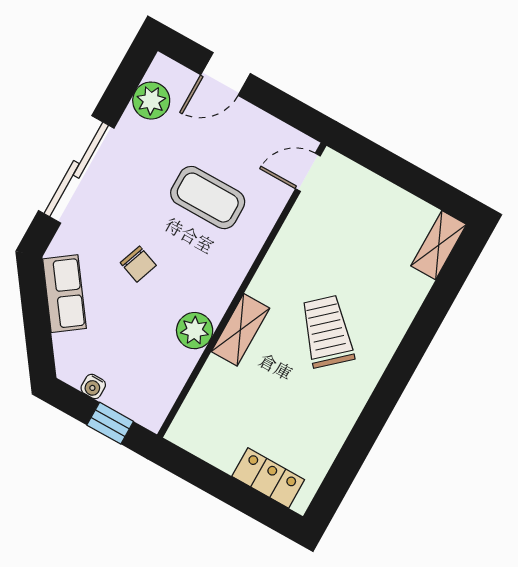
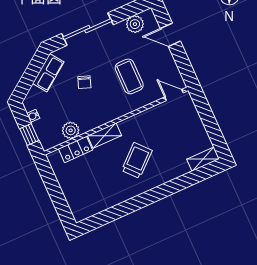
plant: (195, 331) -> (71, 130), moved
locker: (268, 478) -> (75, 149), moved, turned 90

